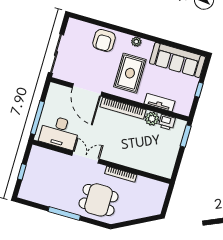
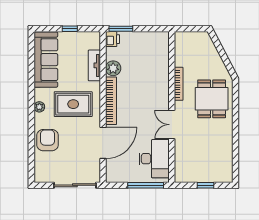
armchair: (104, 40) -> (48, 140), turned -90
printer: (167, 122) -> (112, 39), moved
window: (64, 213) -> (235, 130), removed

